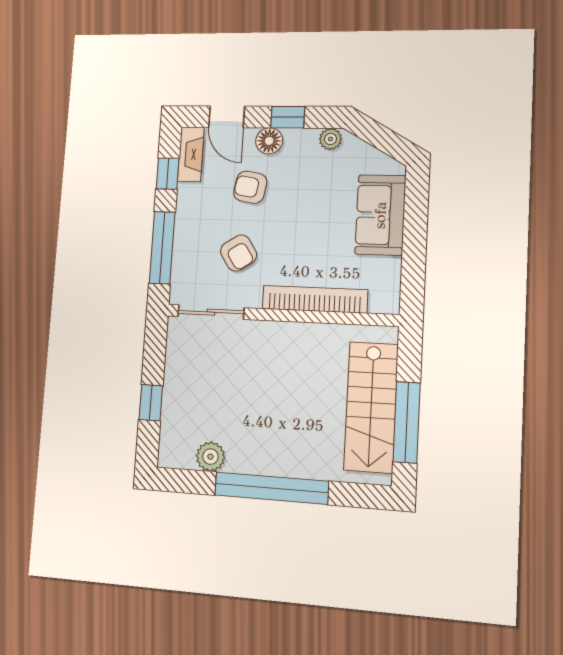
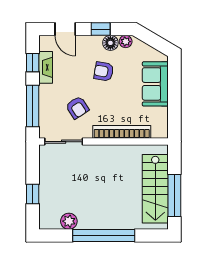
floor lamp: (269, 141) -> (110, 43), moved
fireplace: (191, 154) -> (46, 67), moved
armchair: (250, 187) -> (104, 71), moved

